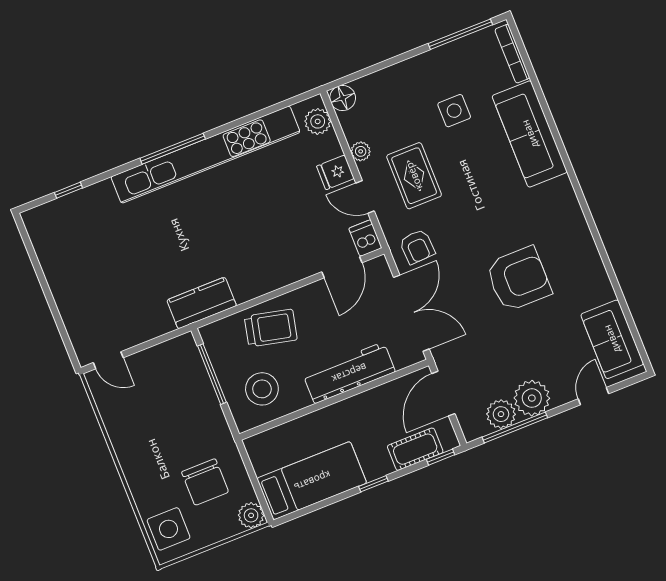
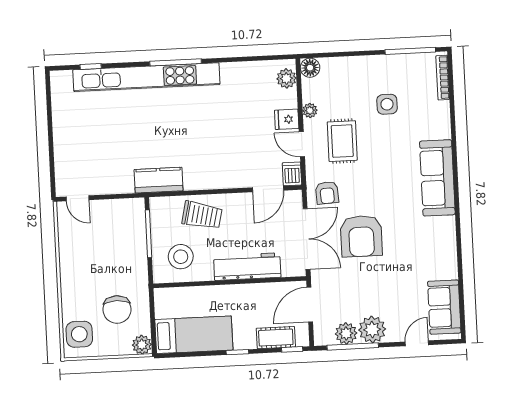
sofa: (530, 134) -> (437, 178), moved
kitchen unit: (205, 155) -> (146, 77), moved
armchair: (519, 279) -> (361, 236), moved, turned 90

